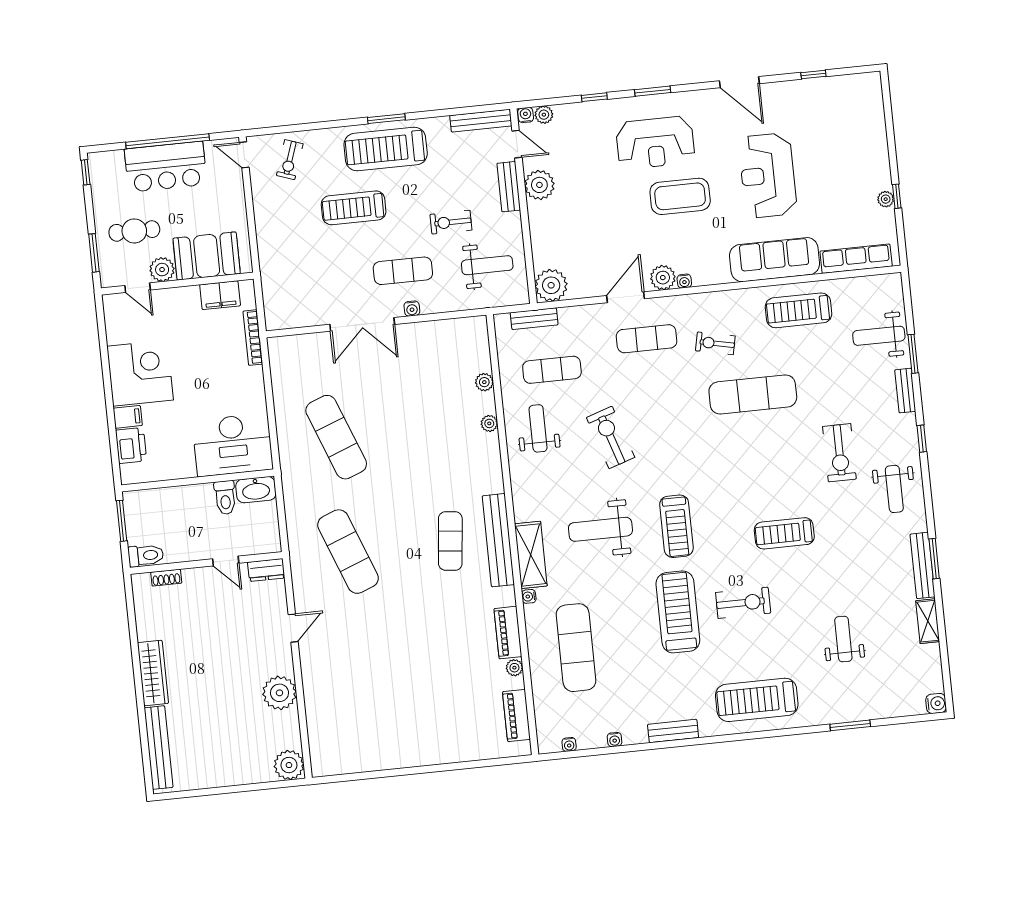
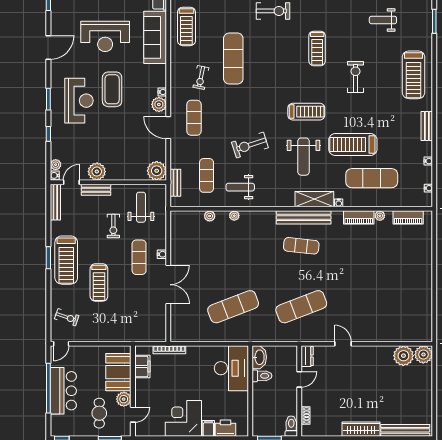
treadmill: (678, 612) -> (353, 145), moved
plant: (279, 693) -> (403, 356), moved

